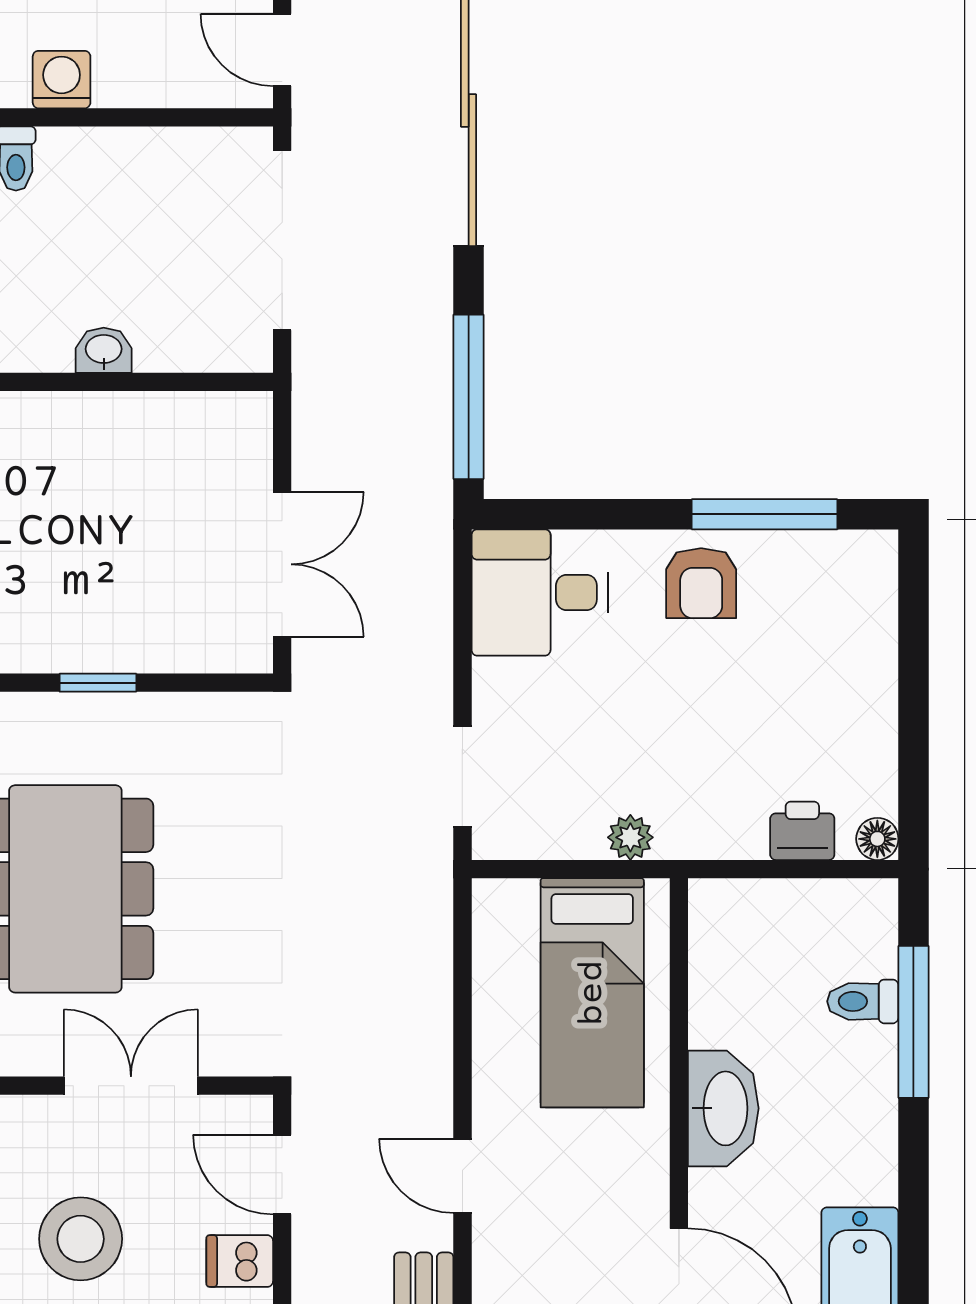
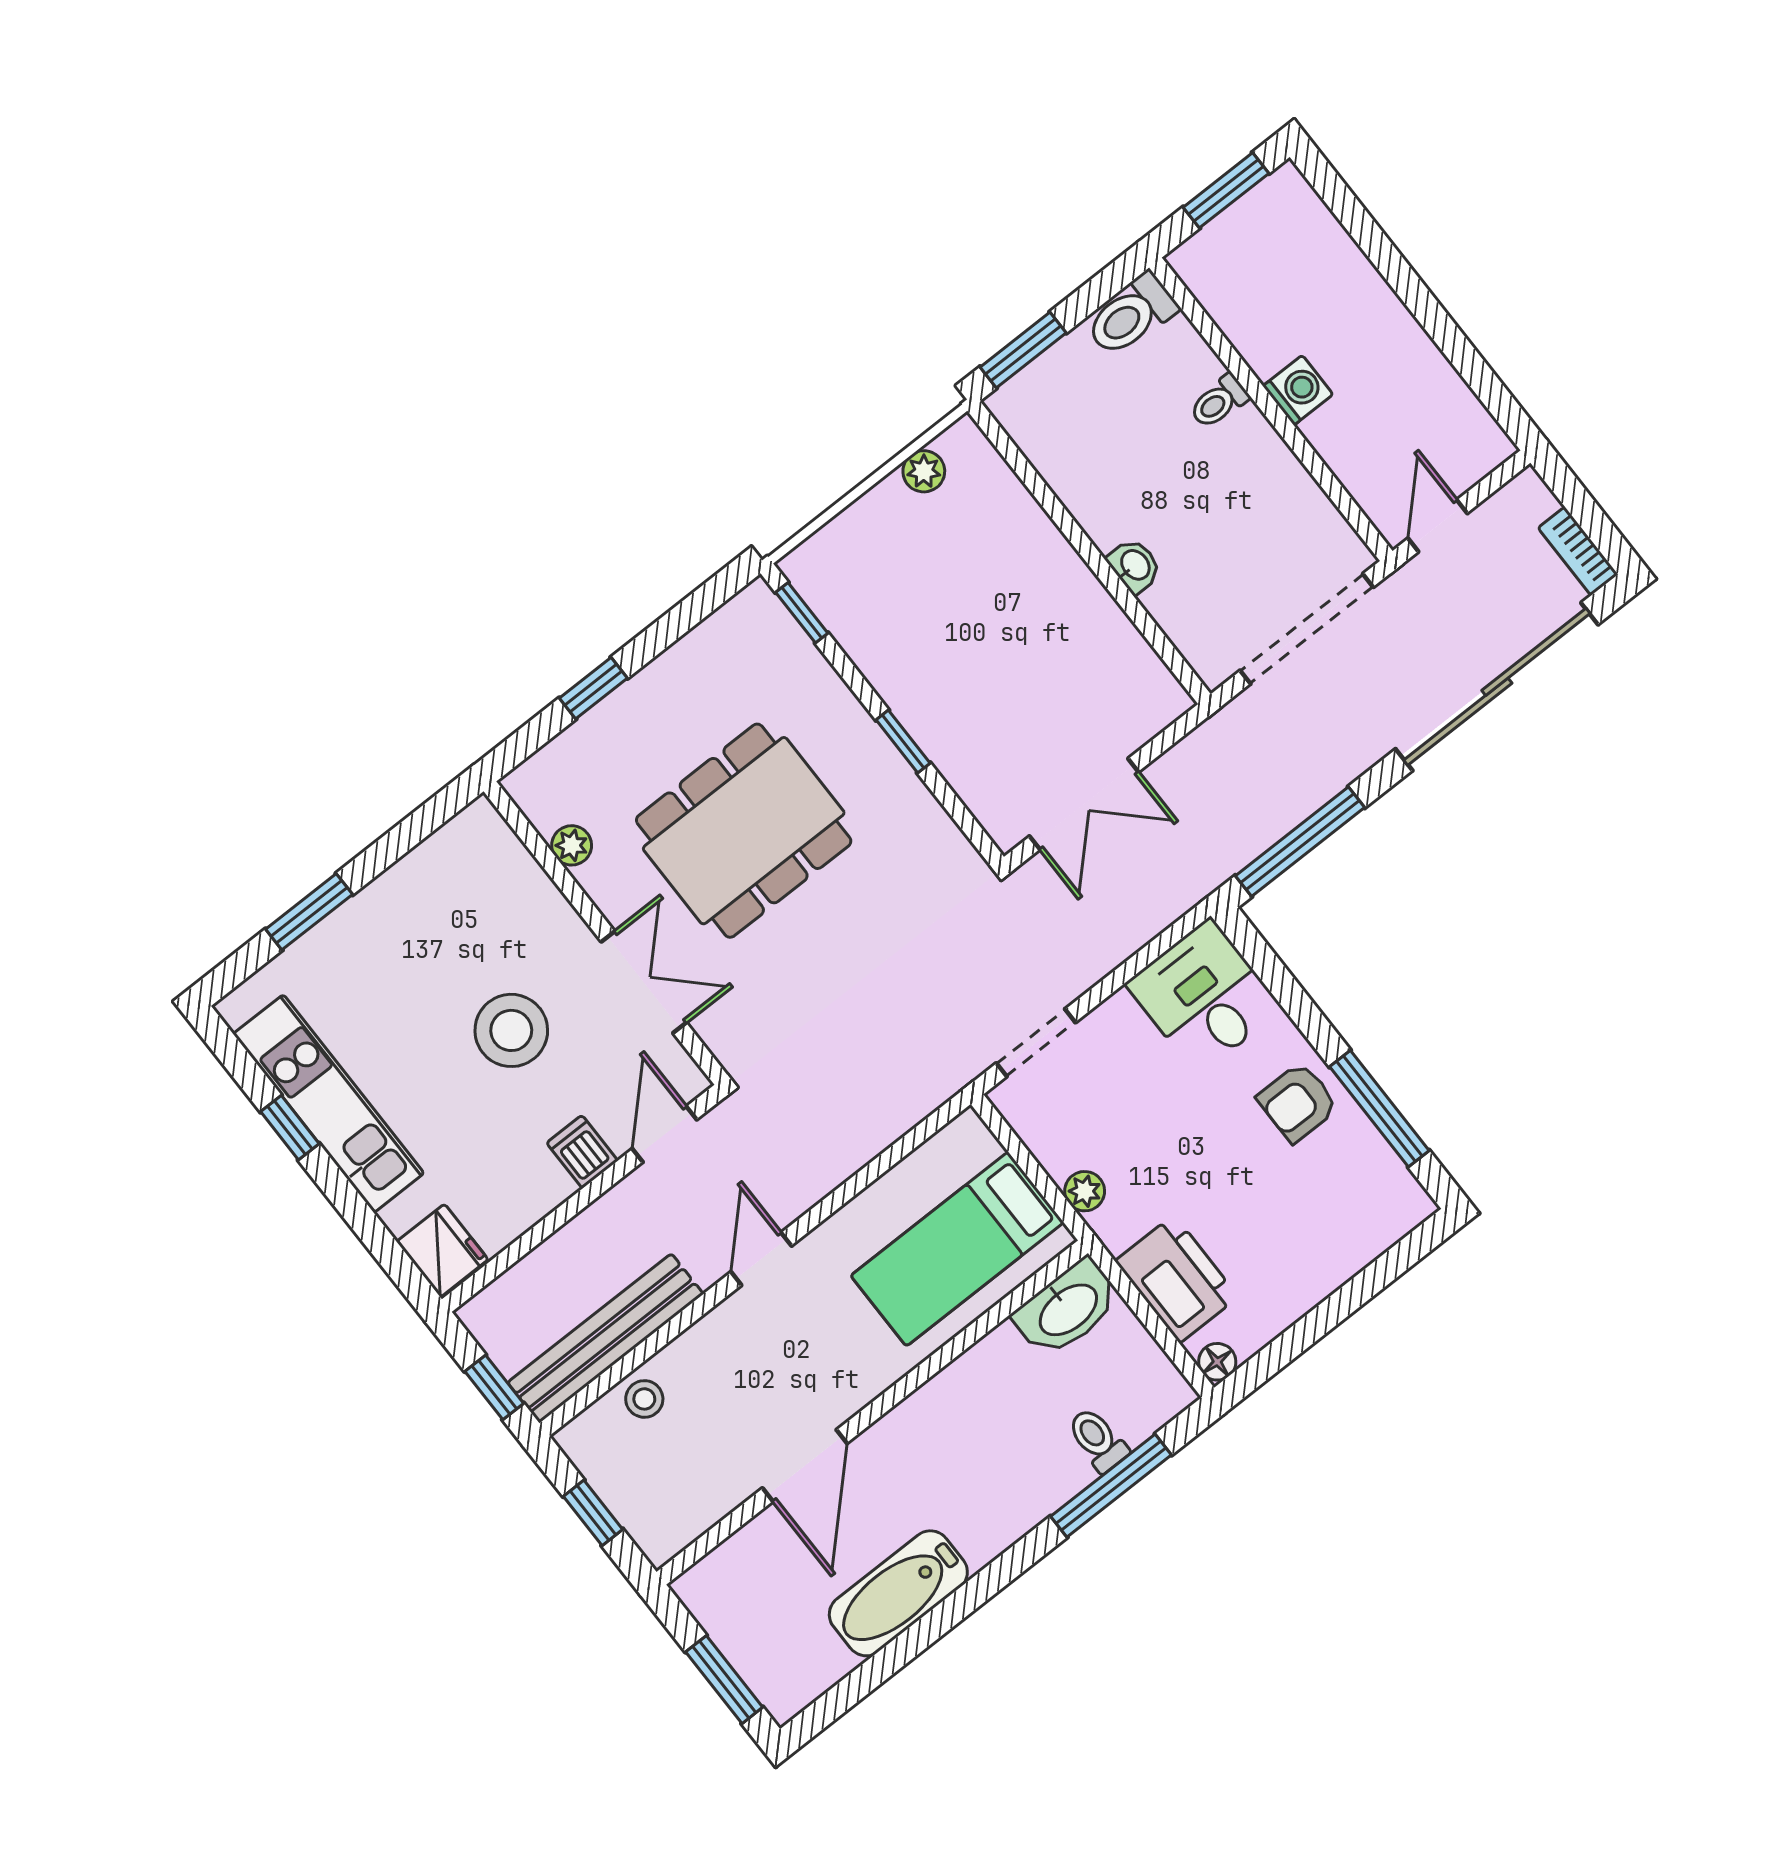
printer: (802, 831) -> (1177, 1279), width x1.87, depth x1.48
washbasin: (723, 1108) -> (1067, 1308), moved

